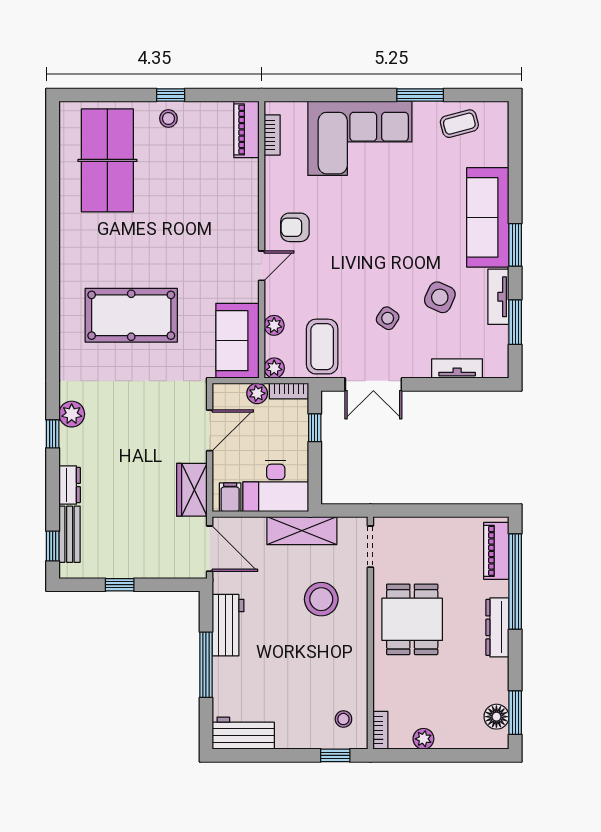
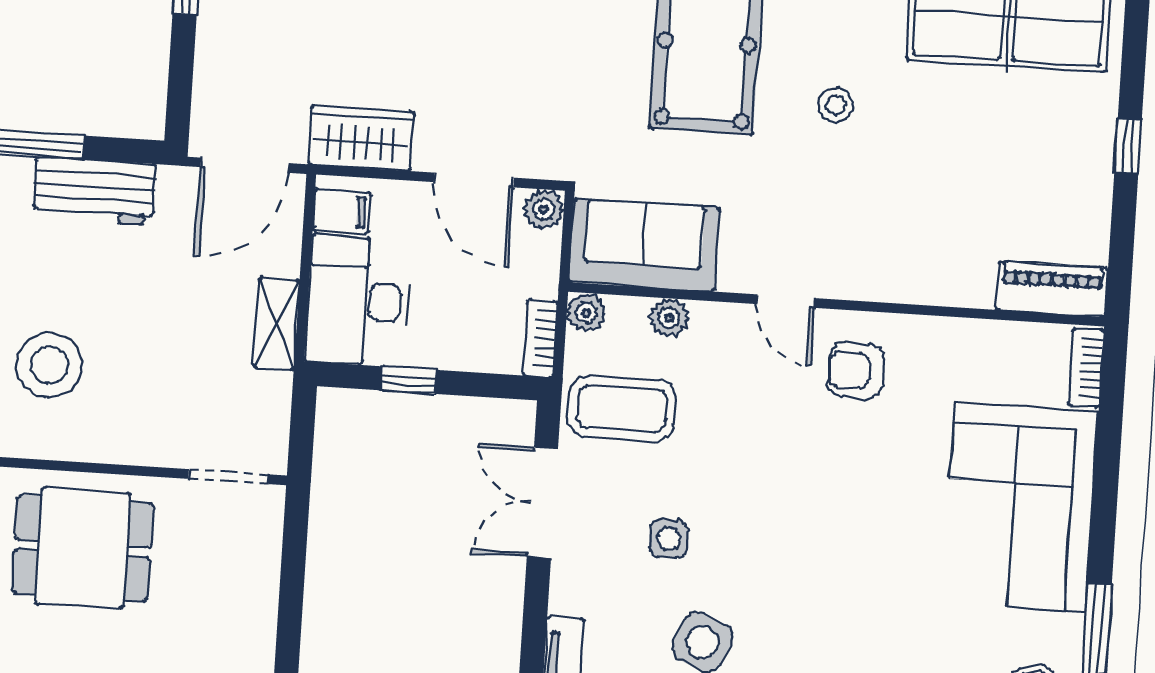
stool: (168, 118) -> (836, 105), moved
bookcase: (272, 135) -> (1086, 367), moved, turned 90
armchair: (295, 227) -> (856, 370), turned -90
side table: (388, 318) -> (669, 539), turned -34
plant: (257, 393) -> (544, 209), moved
window: (315, 428) -> (409, 380), moved
shelving: (302, 531) -> (276, 324), width x0.67, depth x0.75
stool: (321, 599) -> (49, 365), moved

